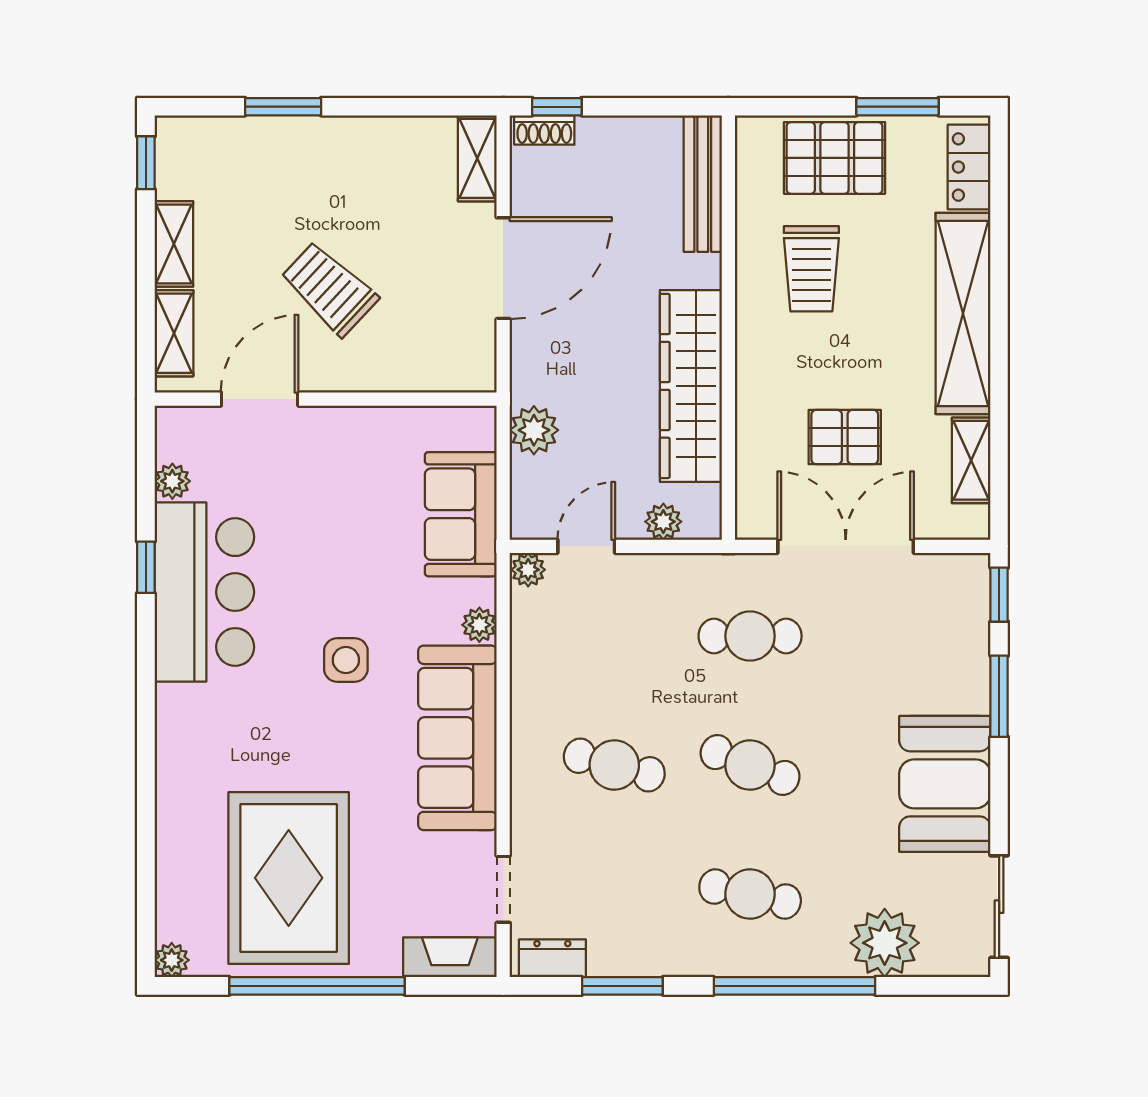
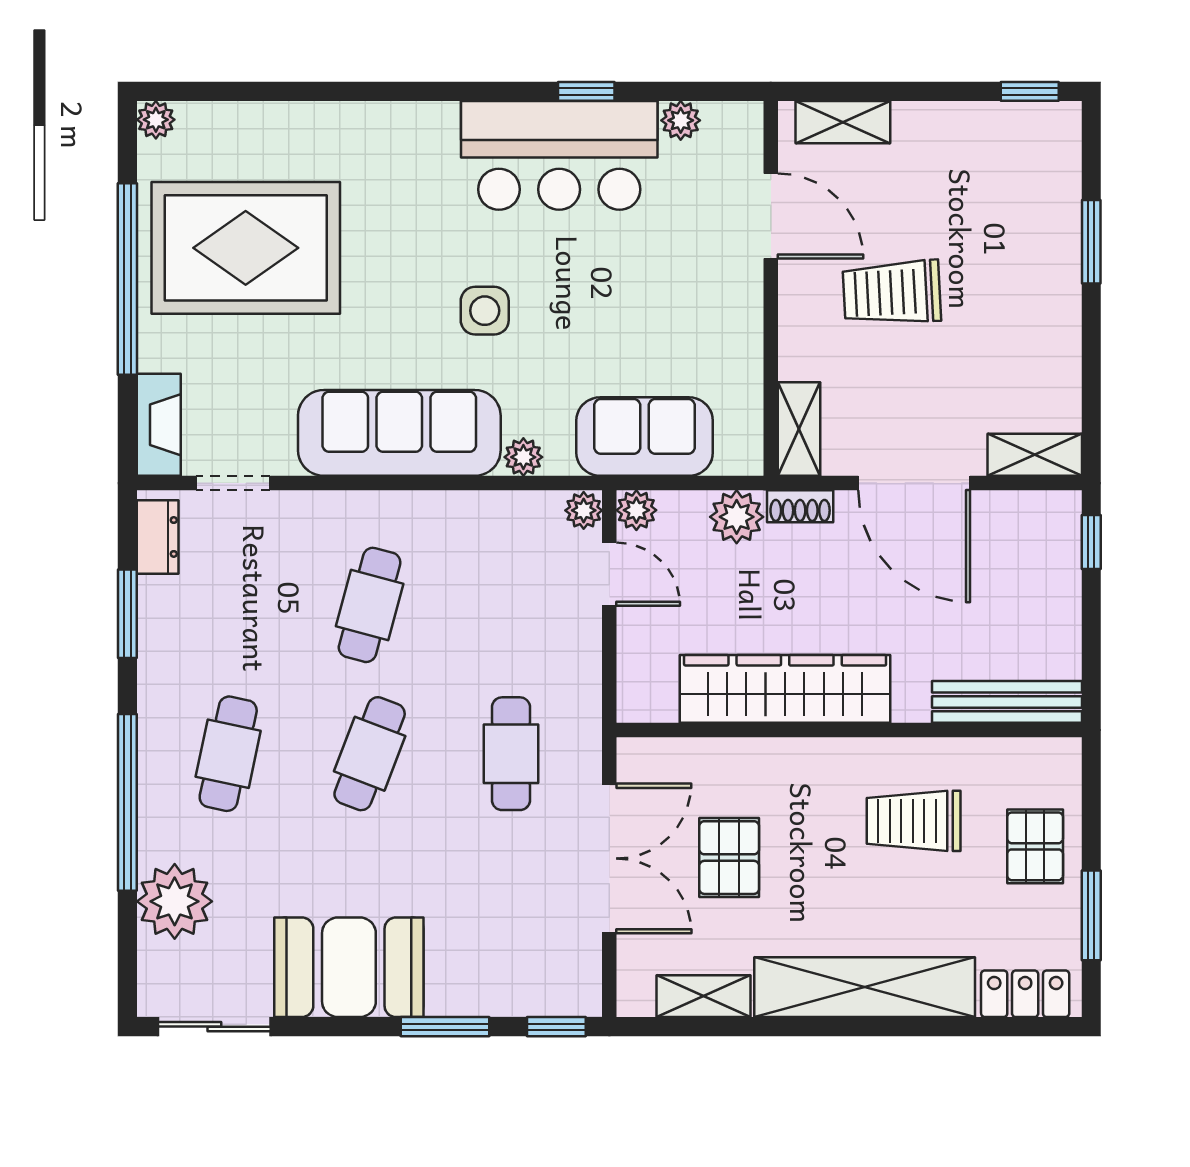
shoe rack: (544, 130) -> (800, 506), moved, turned -90
pallet: (835, 158) -> (1035, 846), width x0.67, depth x0.71
shelving: (174, 244) -> (799, 429), moved, turned 90
trolley: (329, 289) -> (892, 292), turned -136
plant: (663, 522) -> (636, 510), moved

